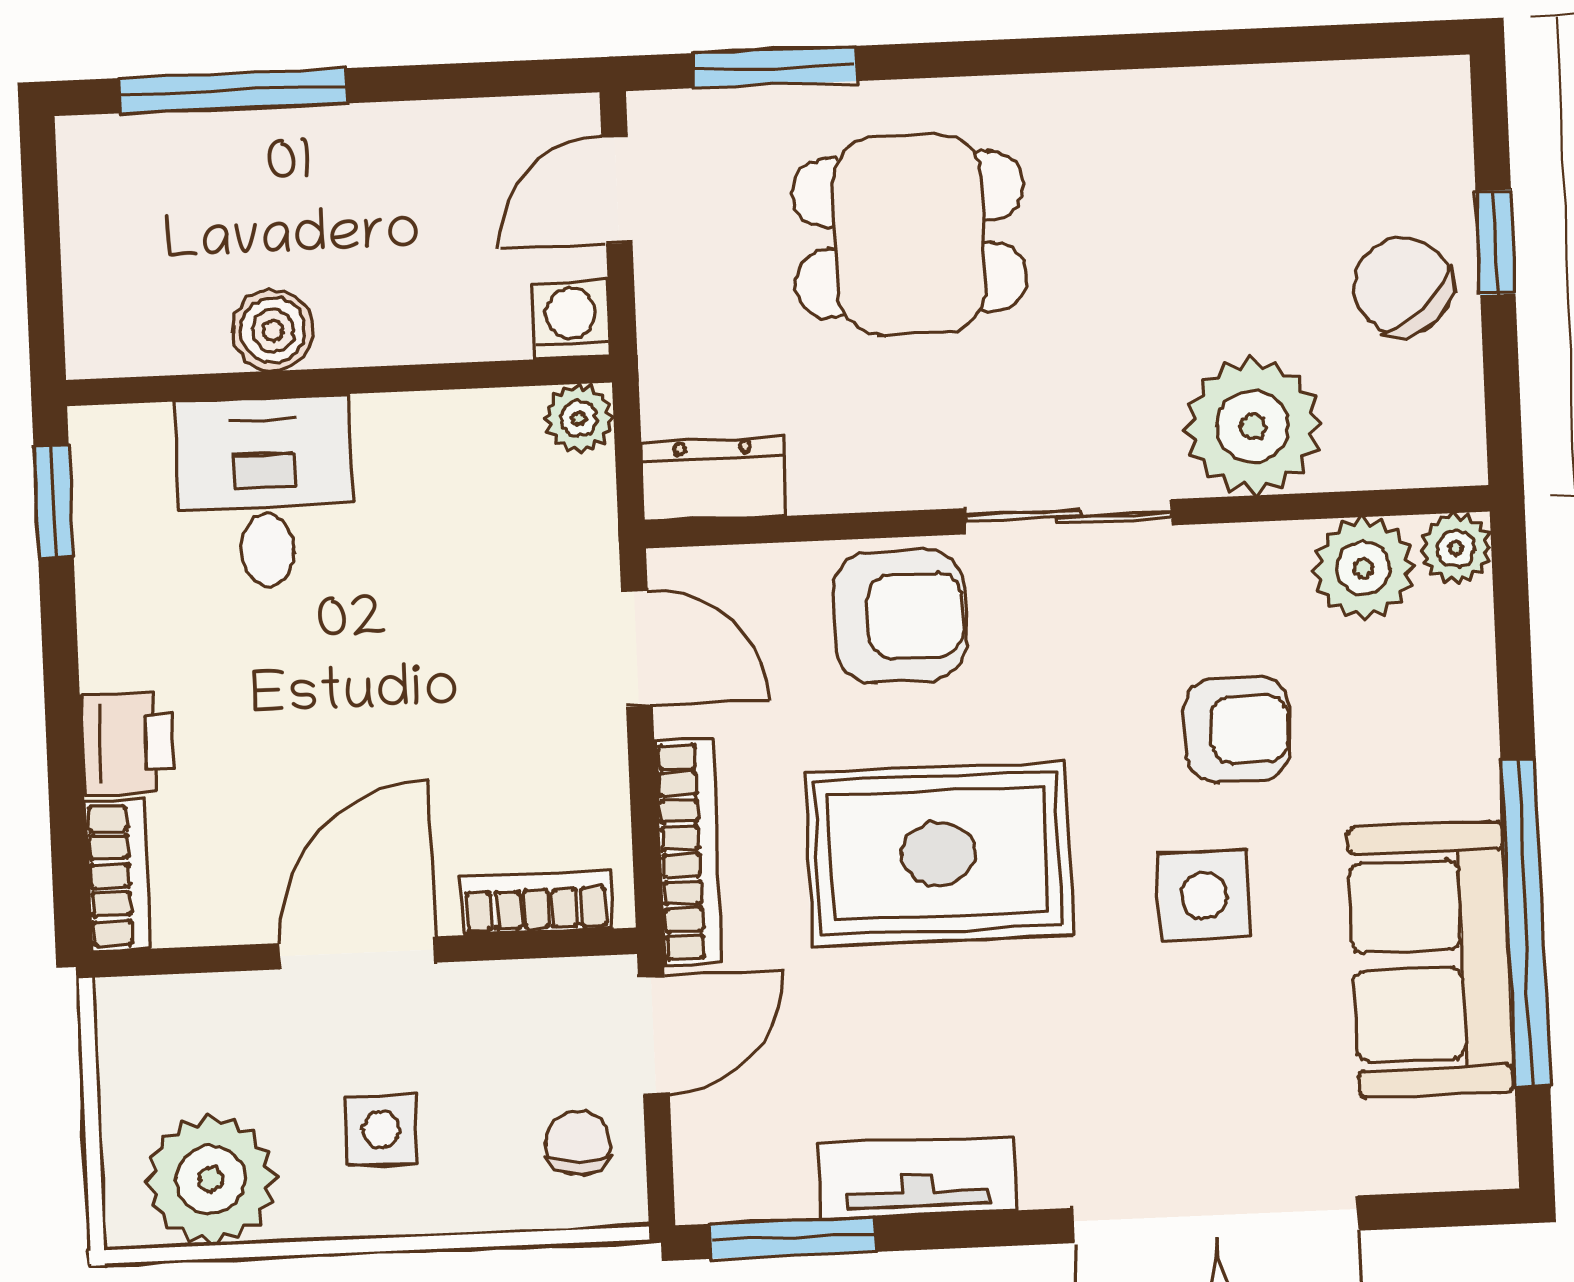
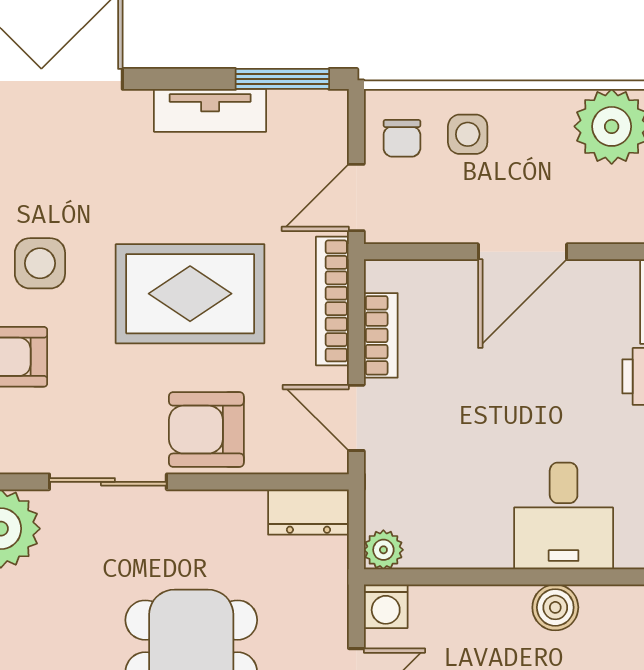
bookcase: (536, 902) -> (381, 335), moved, turned -90
side table: (381, 1130) -> (468, 134), moved

